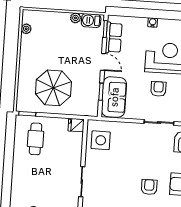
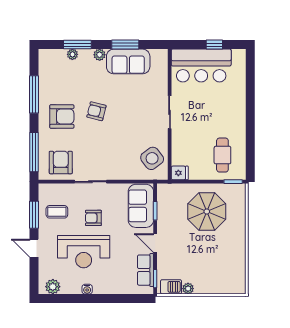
water cooler: (153, 22) -> (87, 289), moved
plant: (26, 29) -> (240, 273), removed
armchair: (158, 89) -> (93, 218), turned 90
side table: (101, 140) -> (152, 158), turned -37
armchair: (149, 187) -> (96, 111), turned 104

